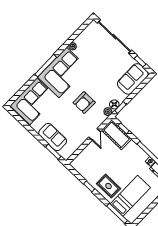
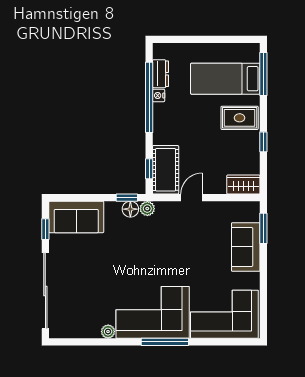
armchair: (84, 103) -> (165, 249), removed
wardrobe: (79, 161) -> (243, 185), added
rug: (108, 186) -> (240, 118), turned 90

